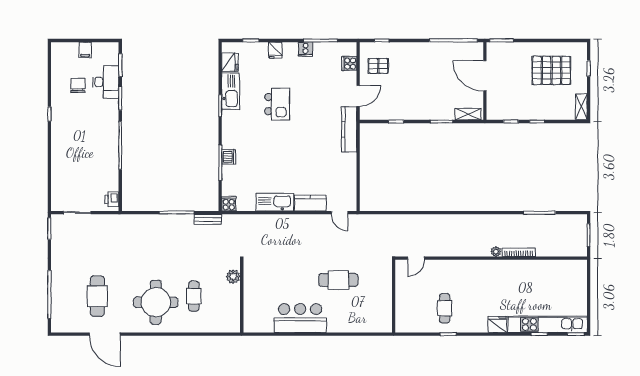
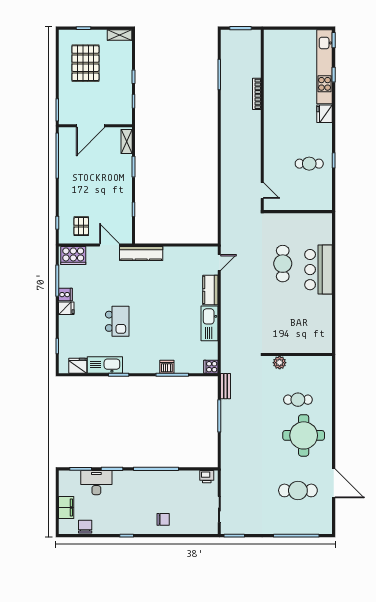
filing cabinet: (85, 50) -> (66, 507), width x2.00
fridge: (275, 50) -> (66, 308), moved
cooker: (349, 64) -> (73, 256), width x1.87, depth x1.31
chair: (78, 85) -> (85, 527), moved, turned 90
kitchen island: (277, 104) -> (117, 321), turned 90
chair: (67, 153) -> (163, 519), added
plant: (496, 252) -> (256, 115), removed
bar counter: (300, 318) -> (319, 270), moved
door: (105, 334) -> (334, 483), hinge flipped

